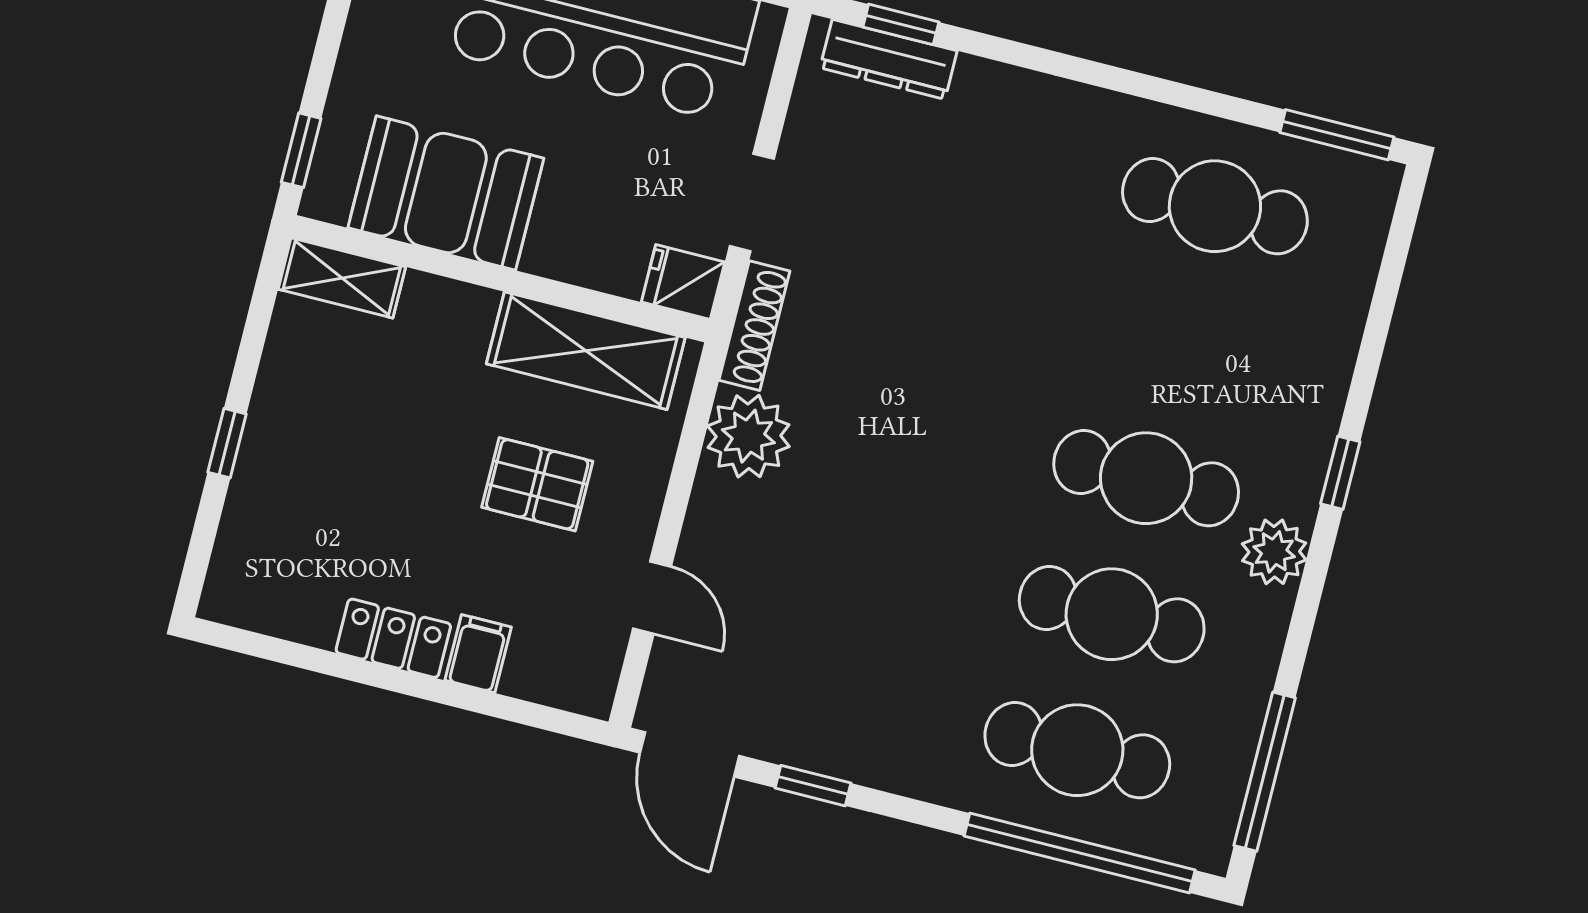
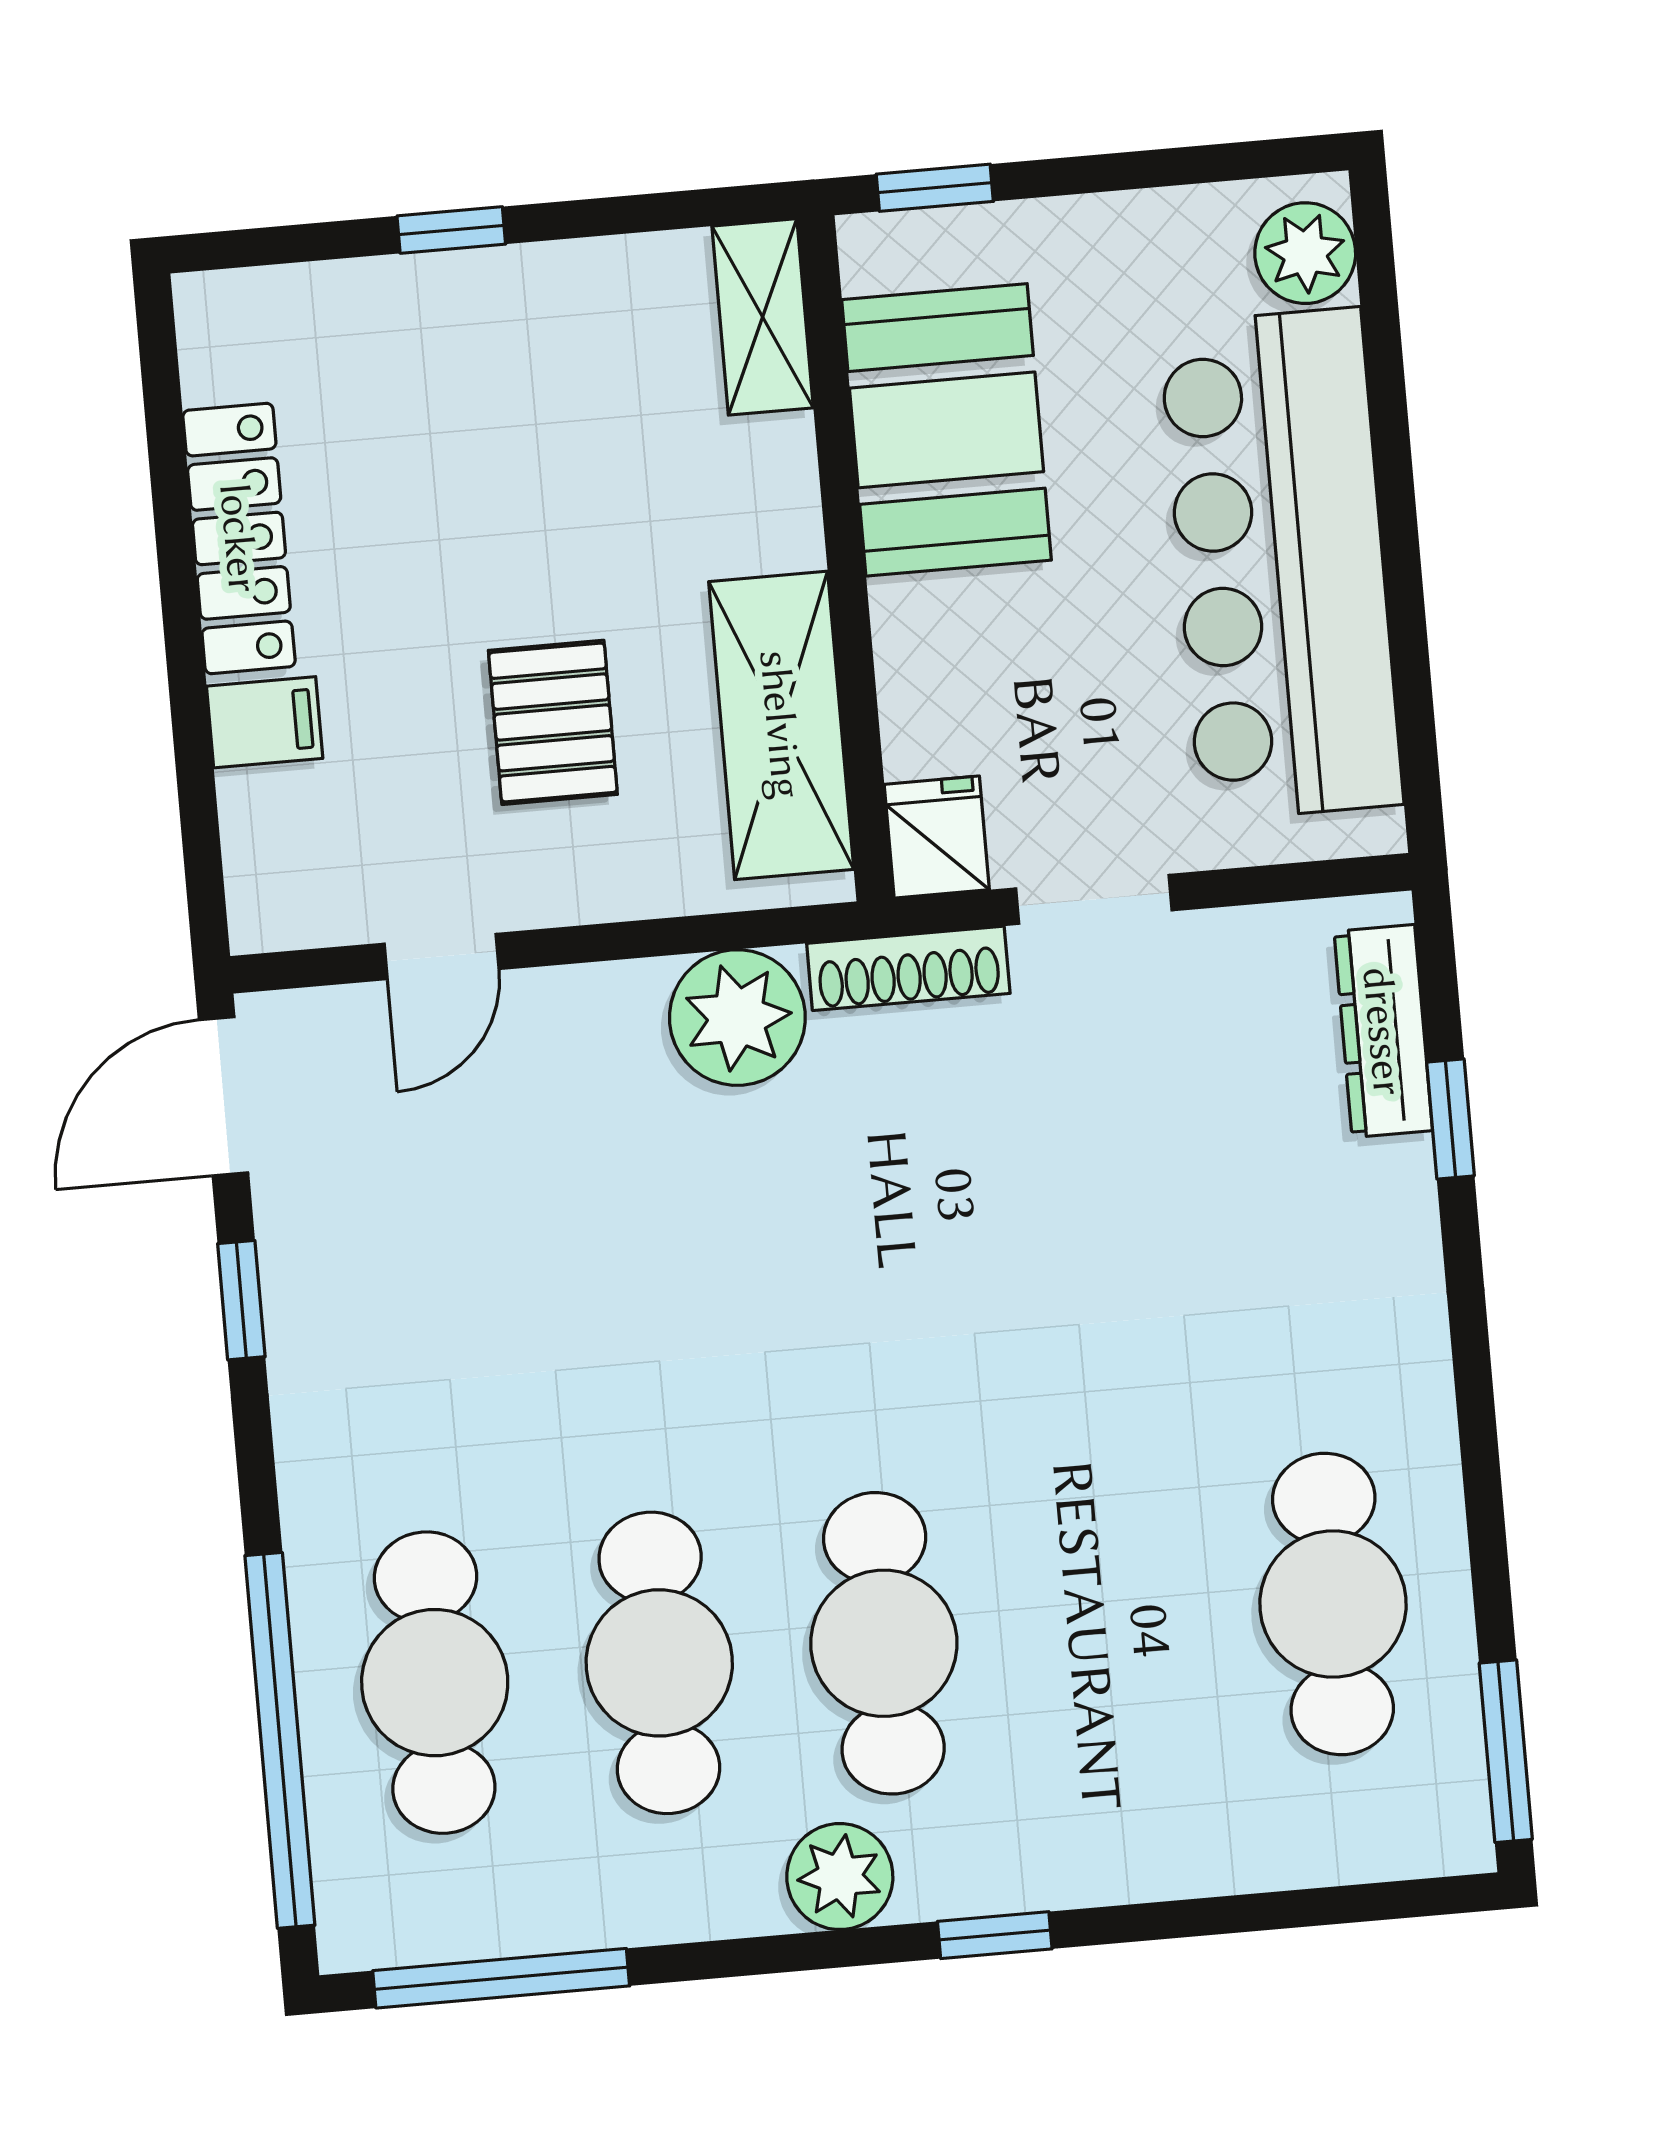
window: (901, 24) -> (1450, 1119), moved
locker: (393, 638) -> (239, 538), width x1.53

